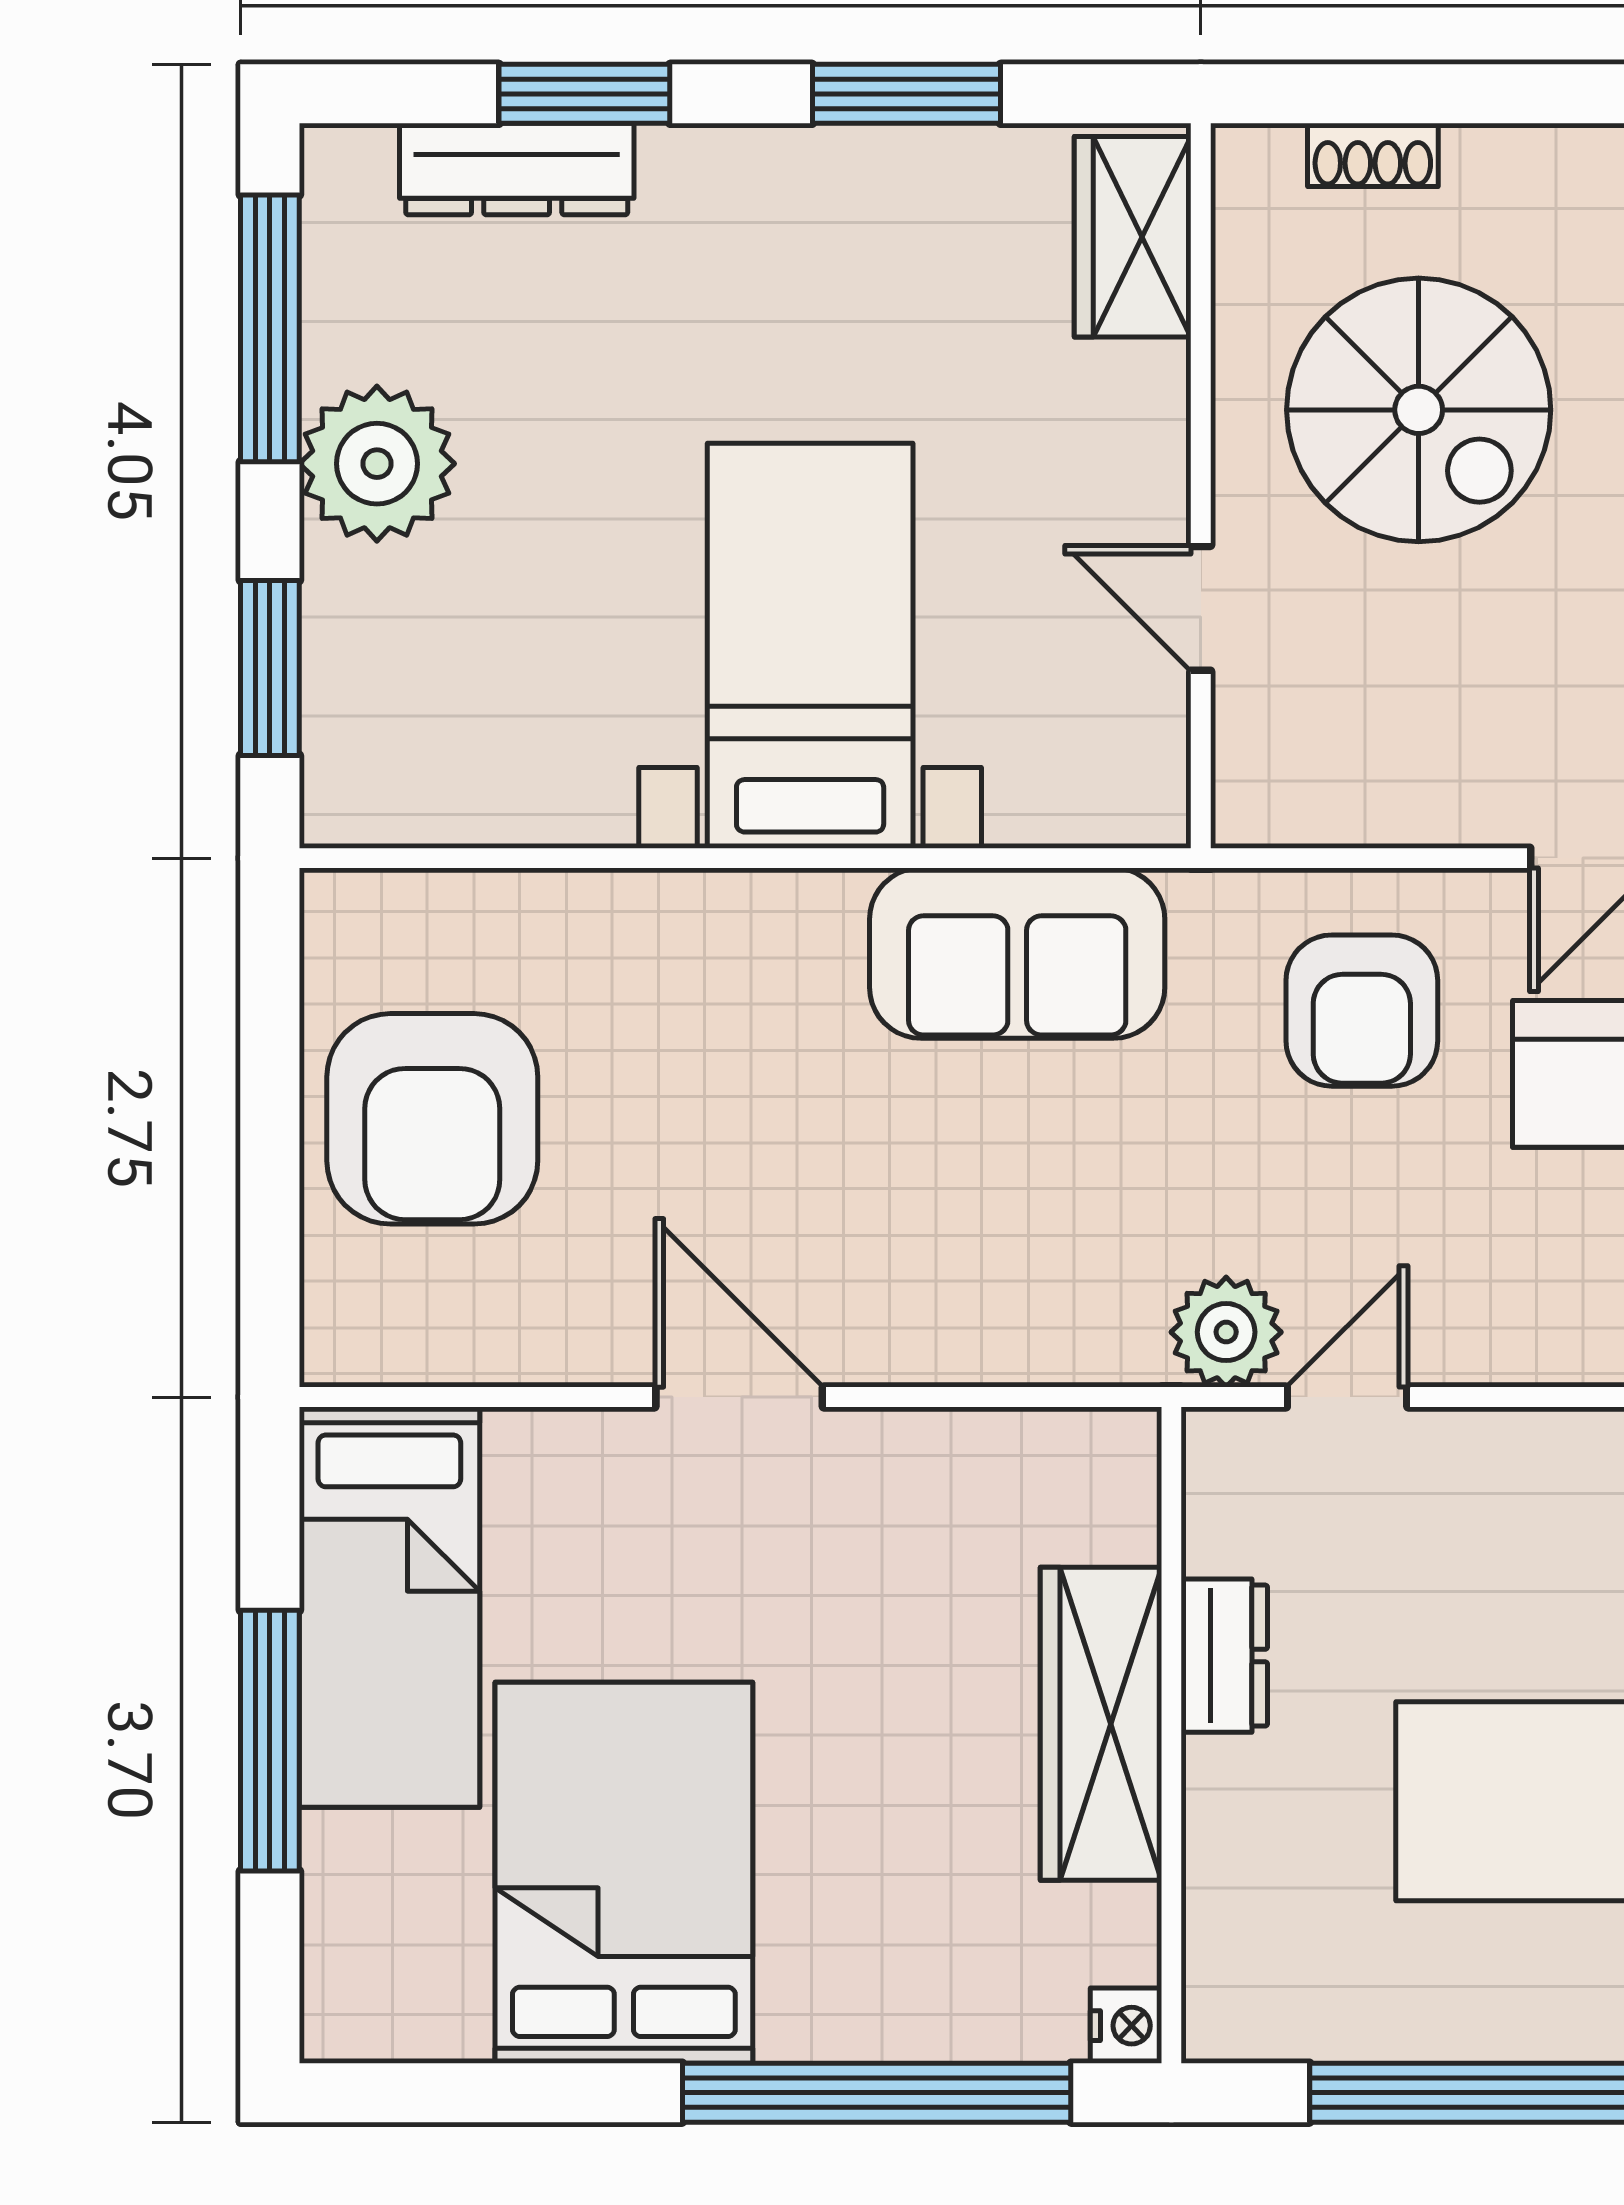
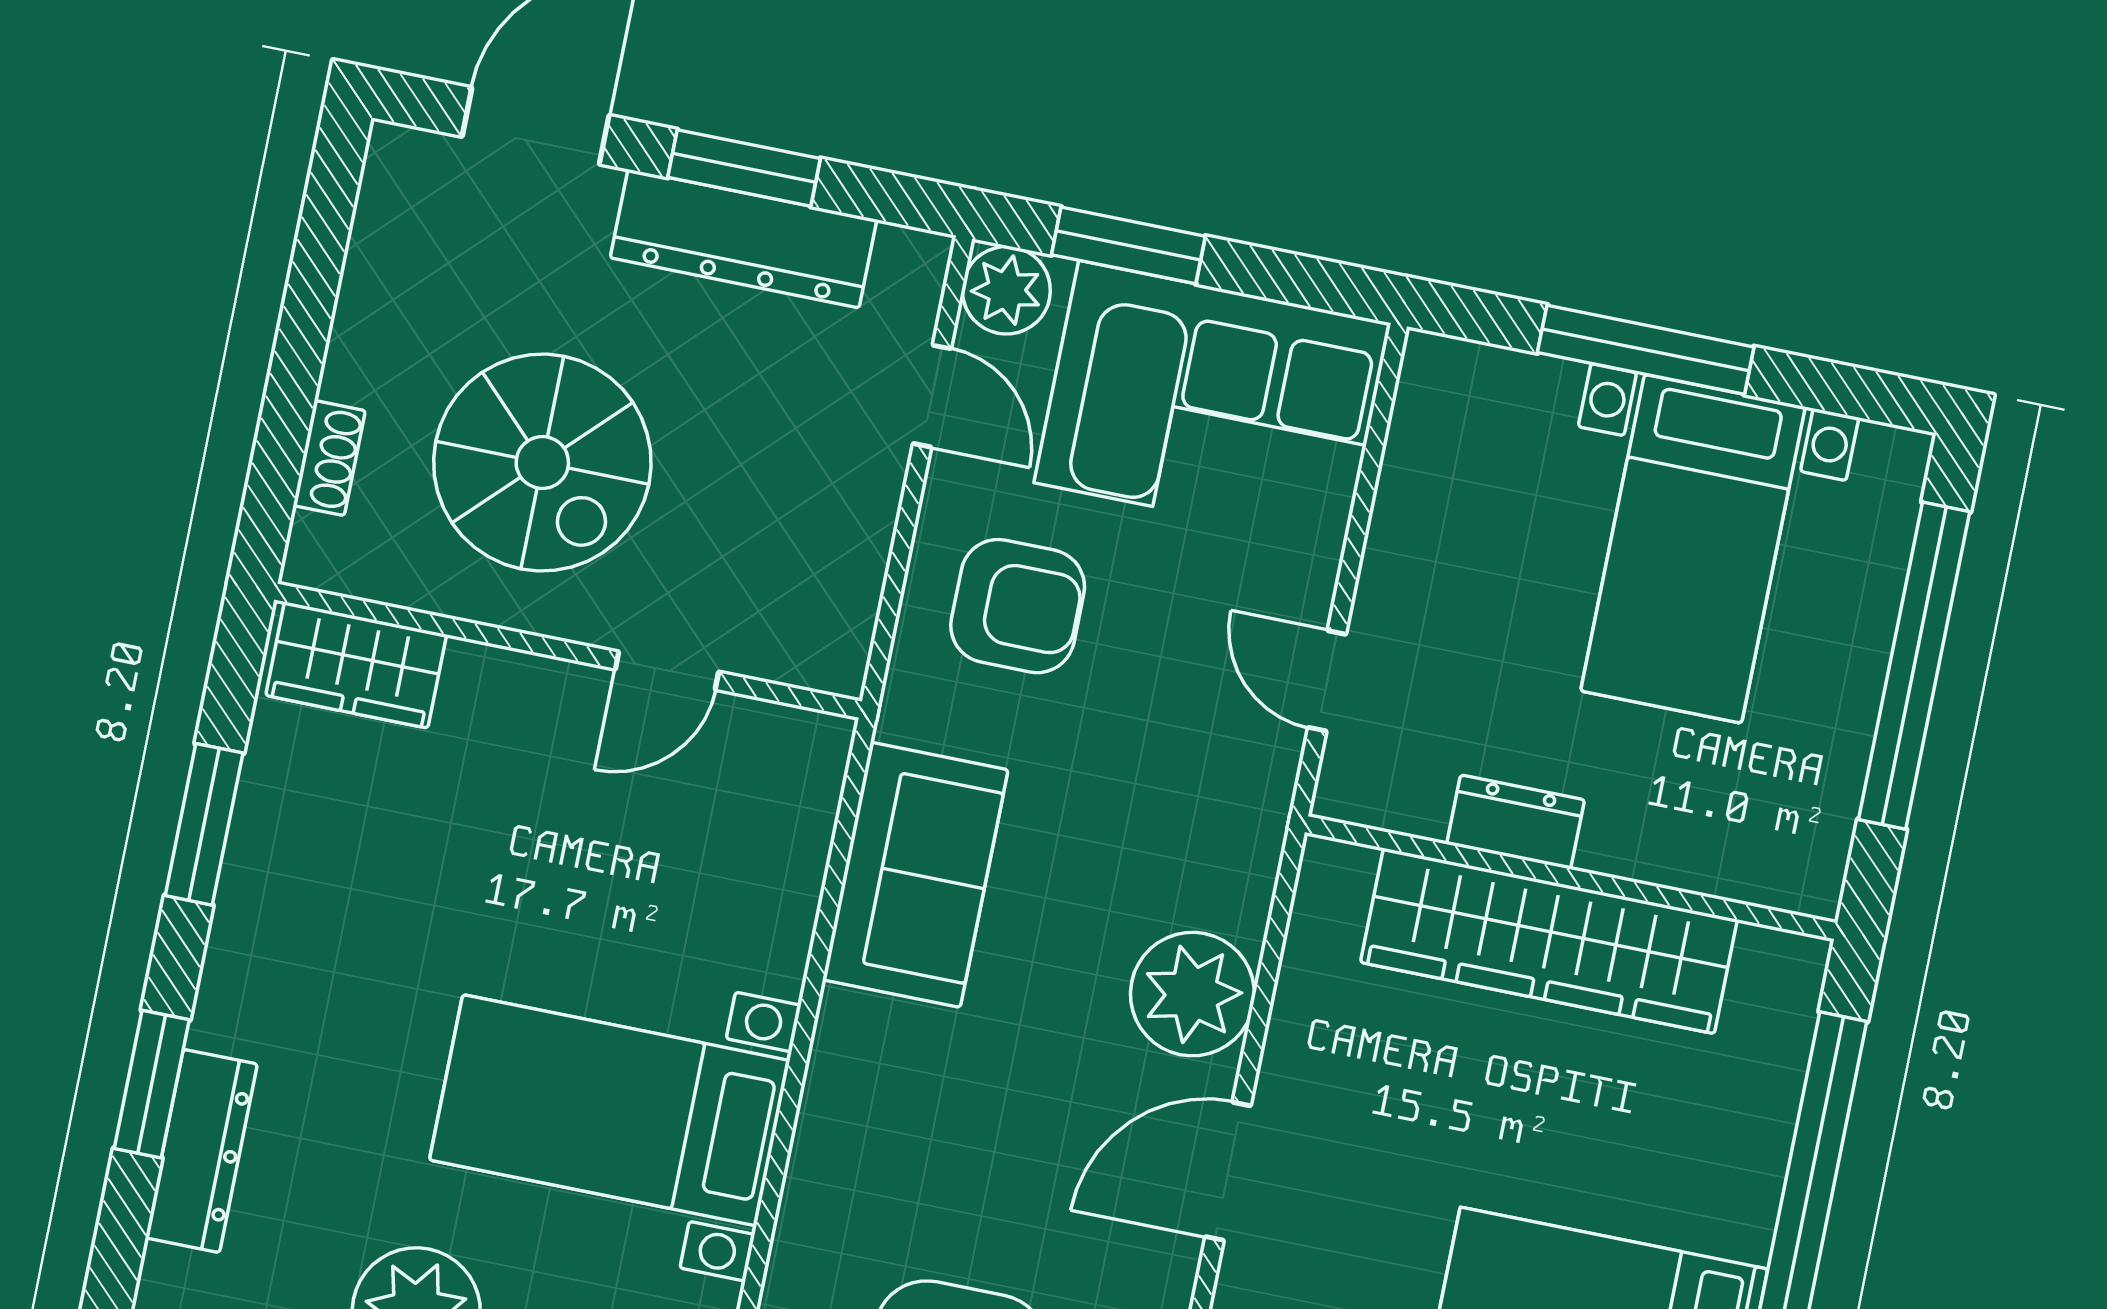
spiral stairs: (1419, 410) -> (542, 463), turned 90
bed with nightstands: (810, 646) -> (610, 1110), moved
plant: (1226, 1332) -> (1192, 994), moved, width x1.36, depth x1.36
wardrobe: (1101, 1724) -> (1549, 941), width x1.40, depth x1.17
nightstand: (1126, 2026) -> (1798, 961), removed

